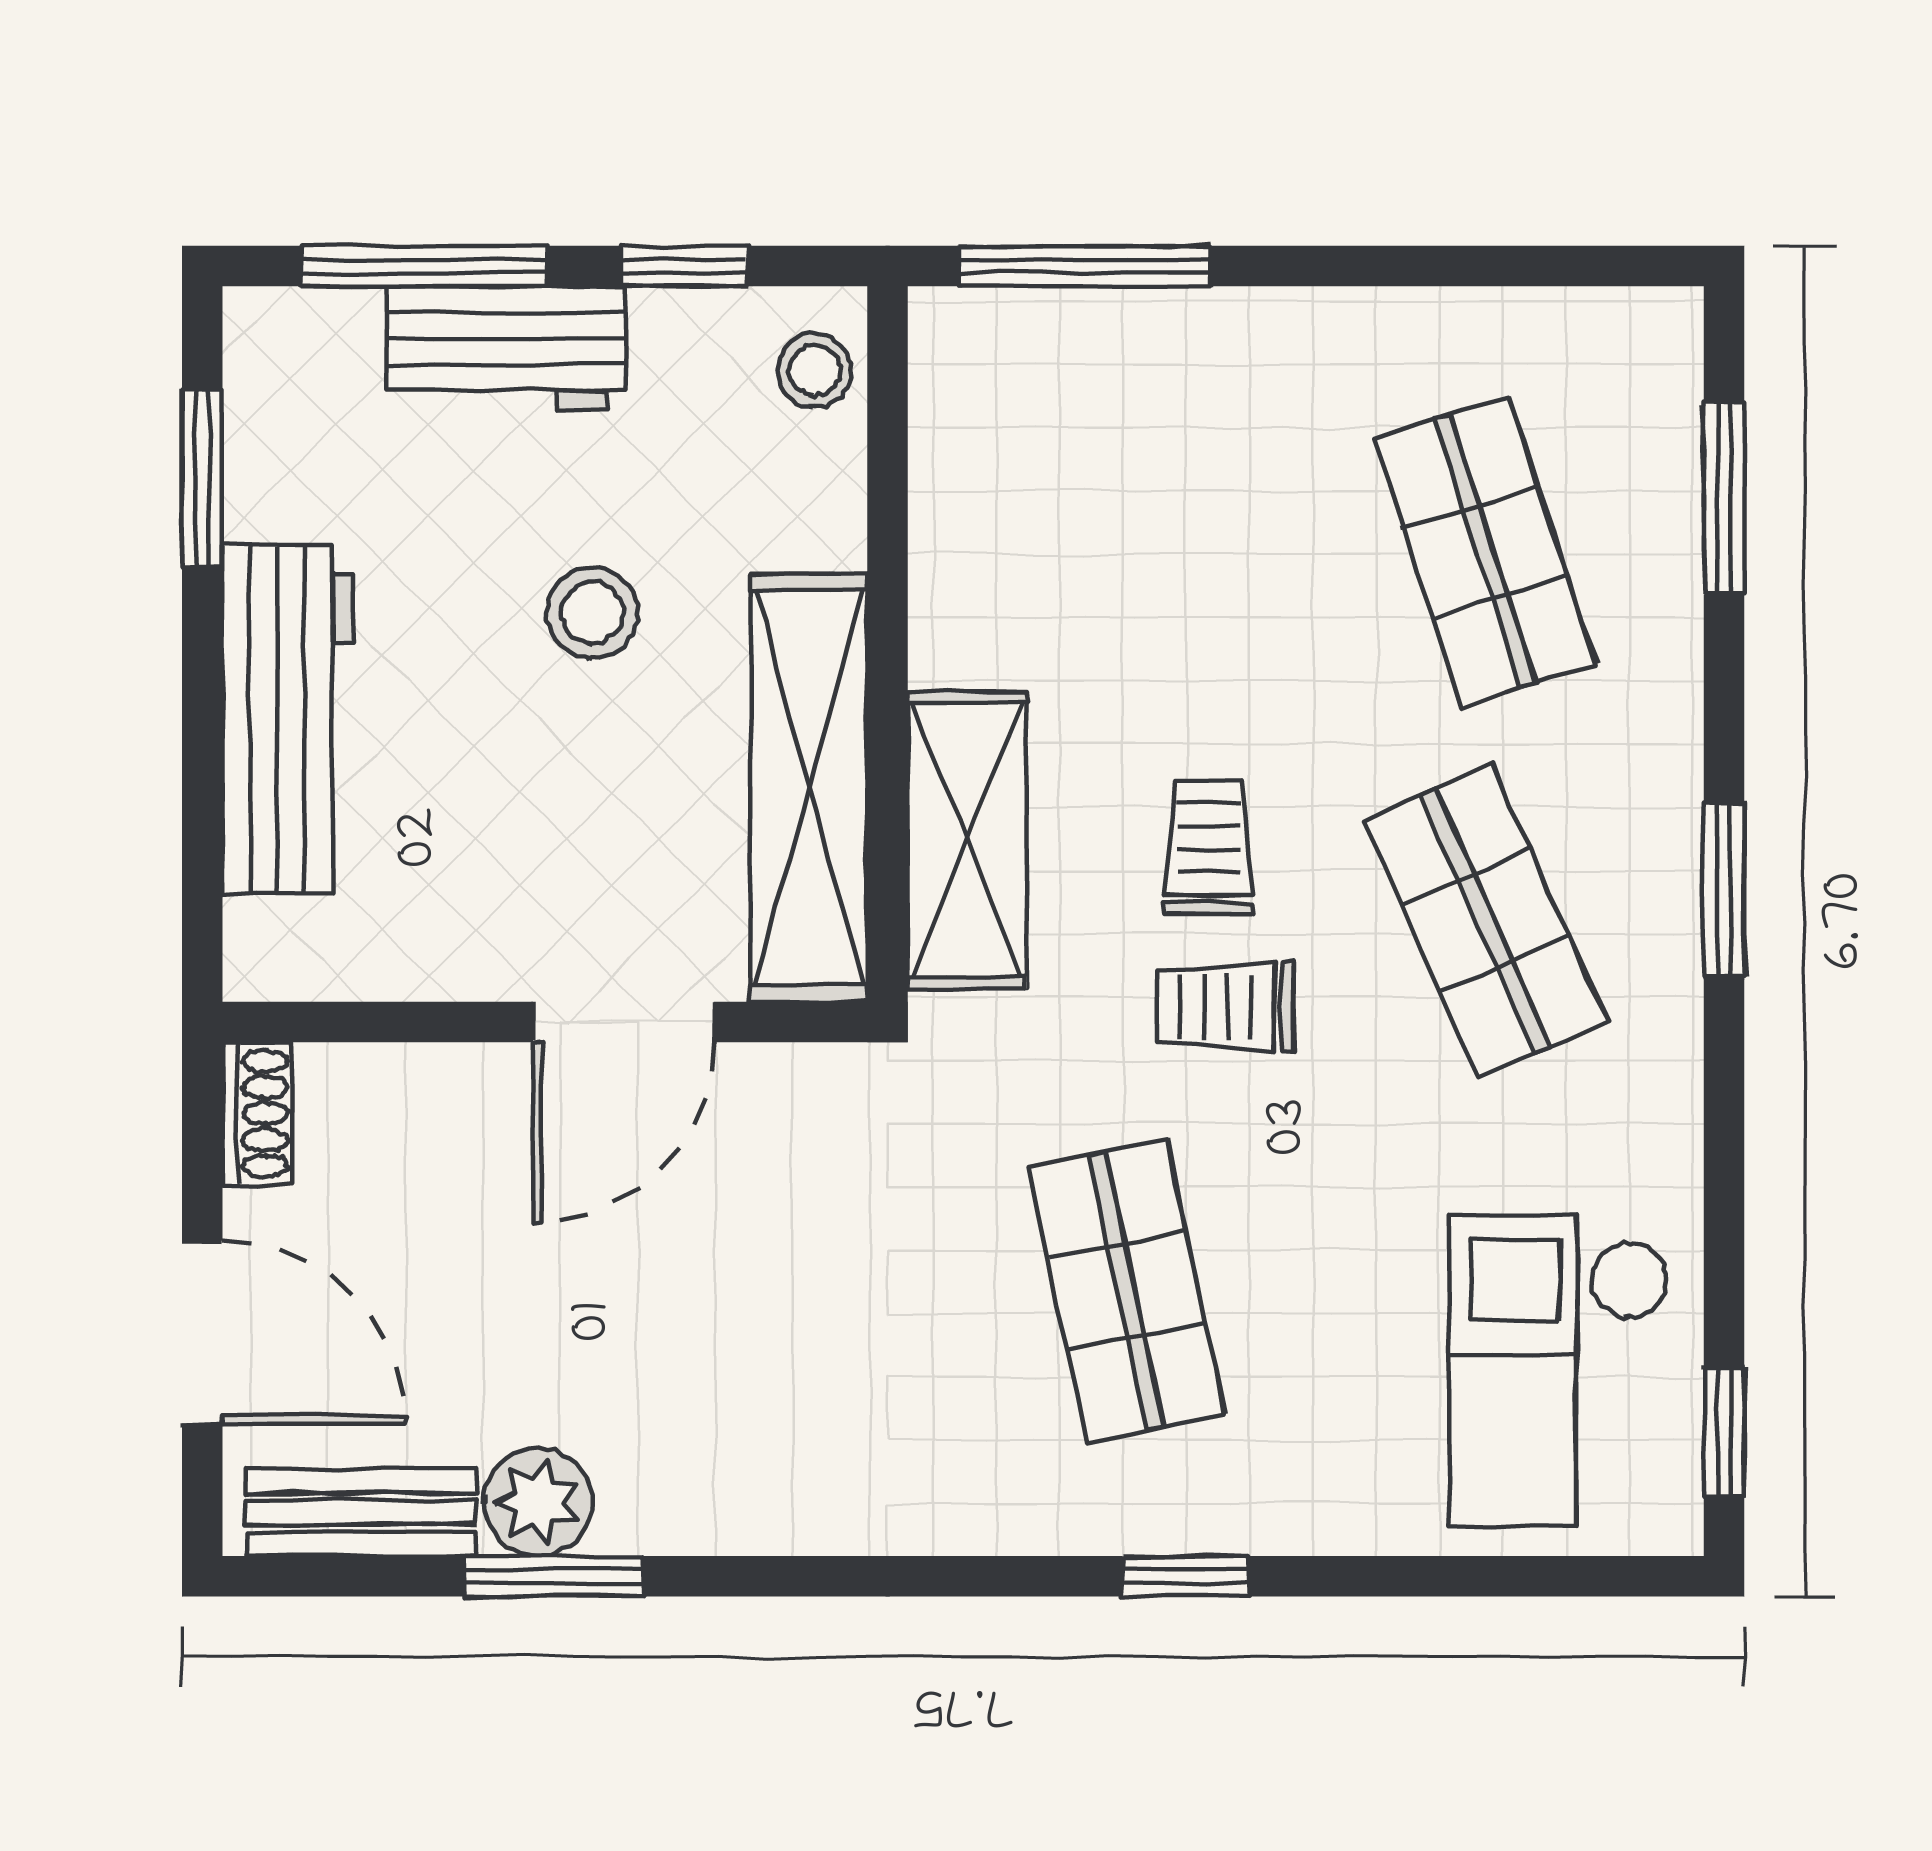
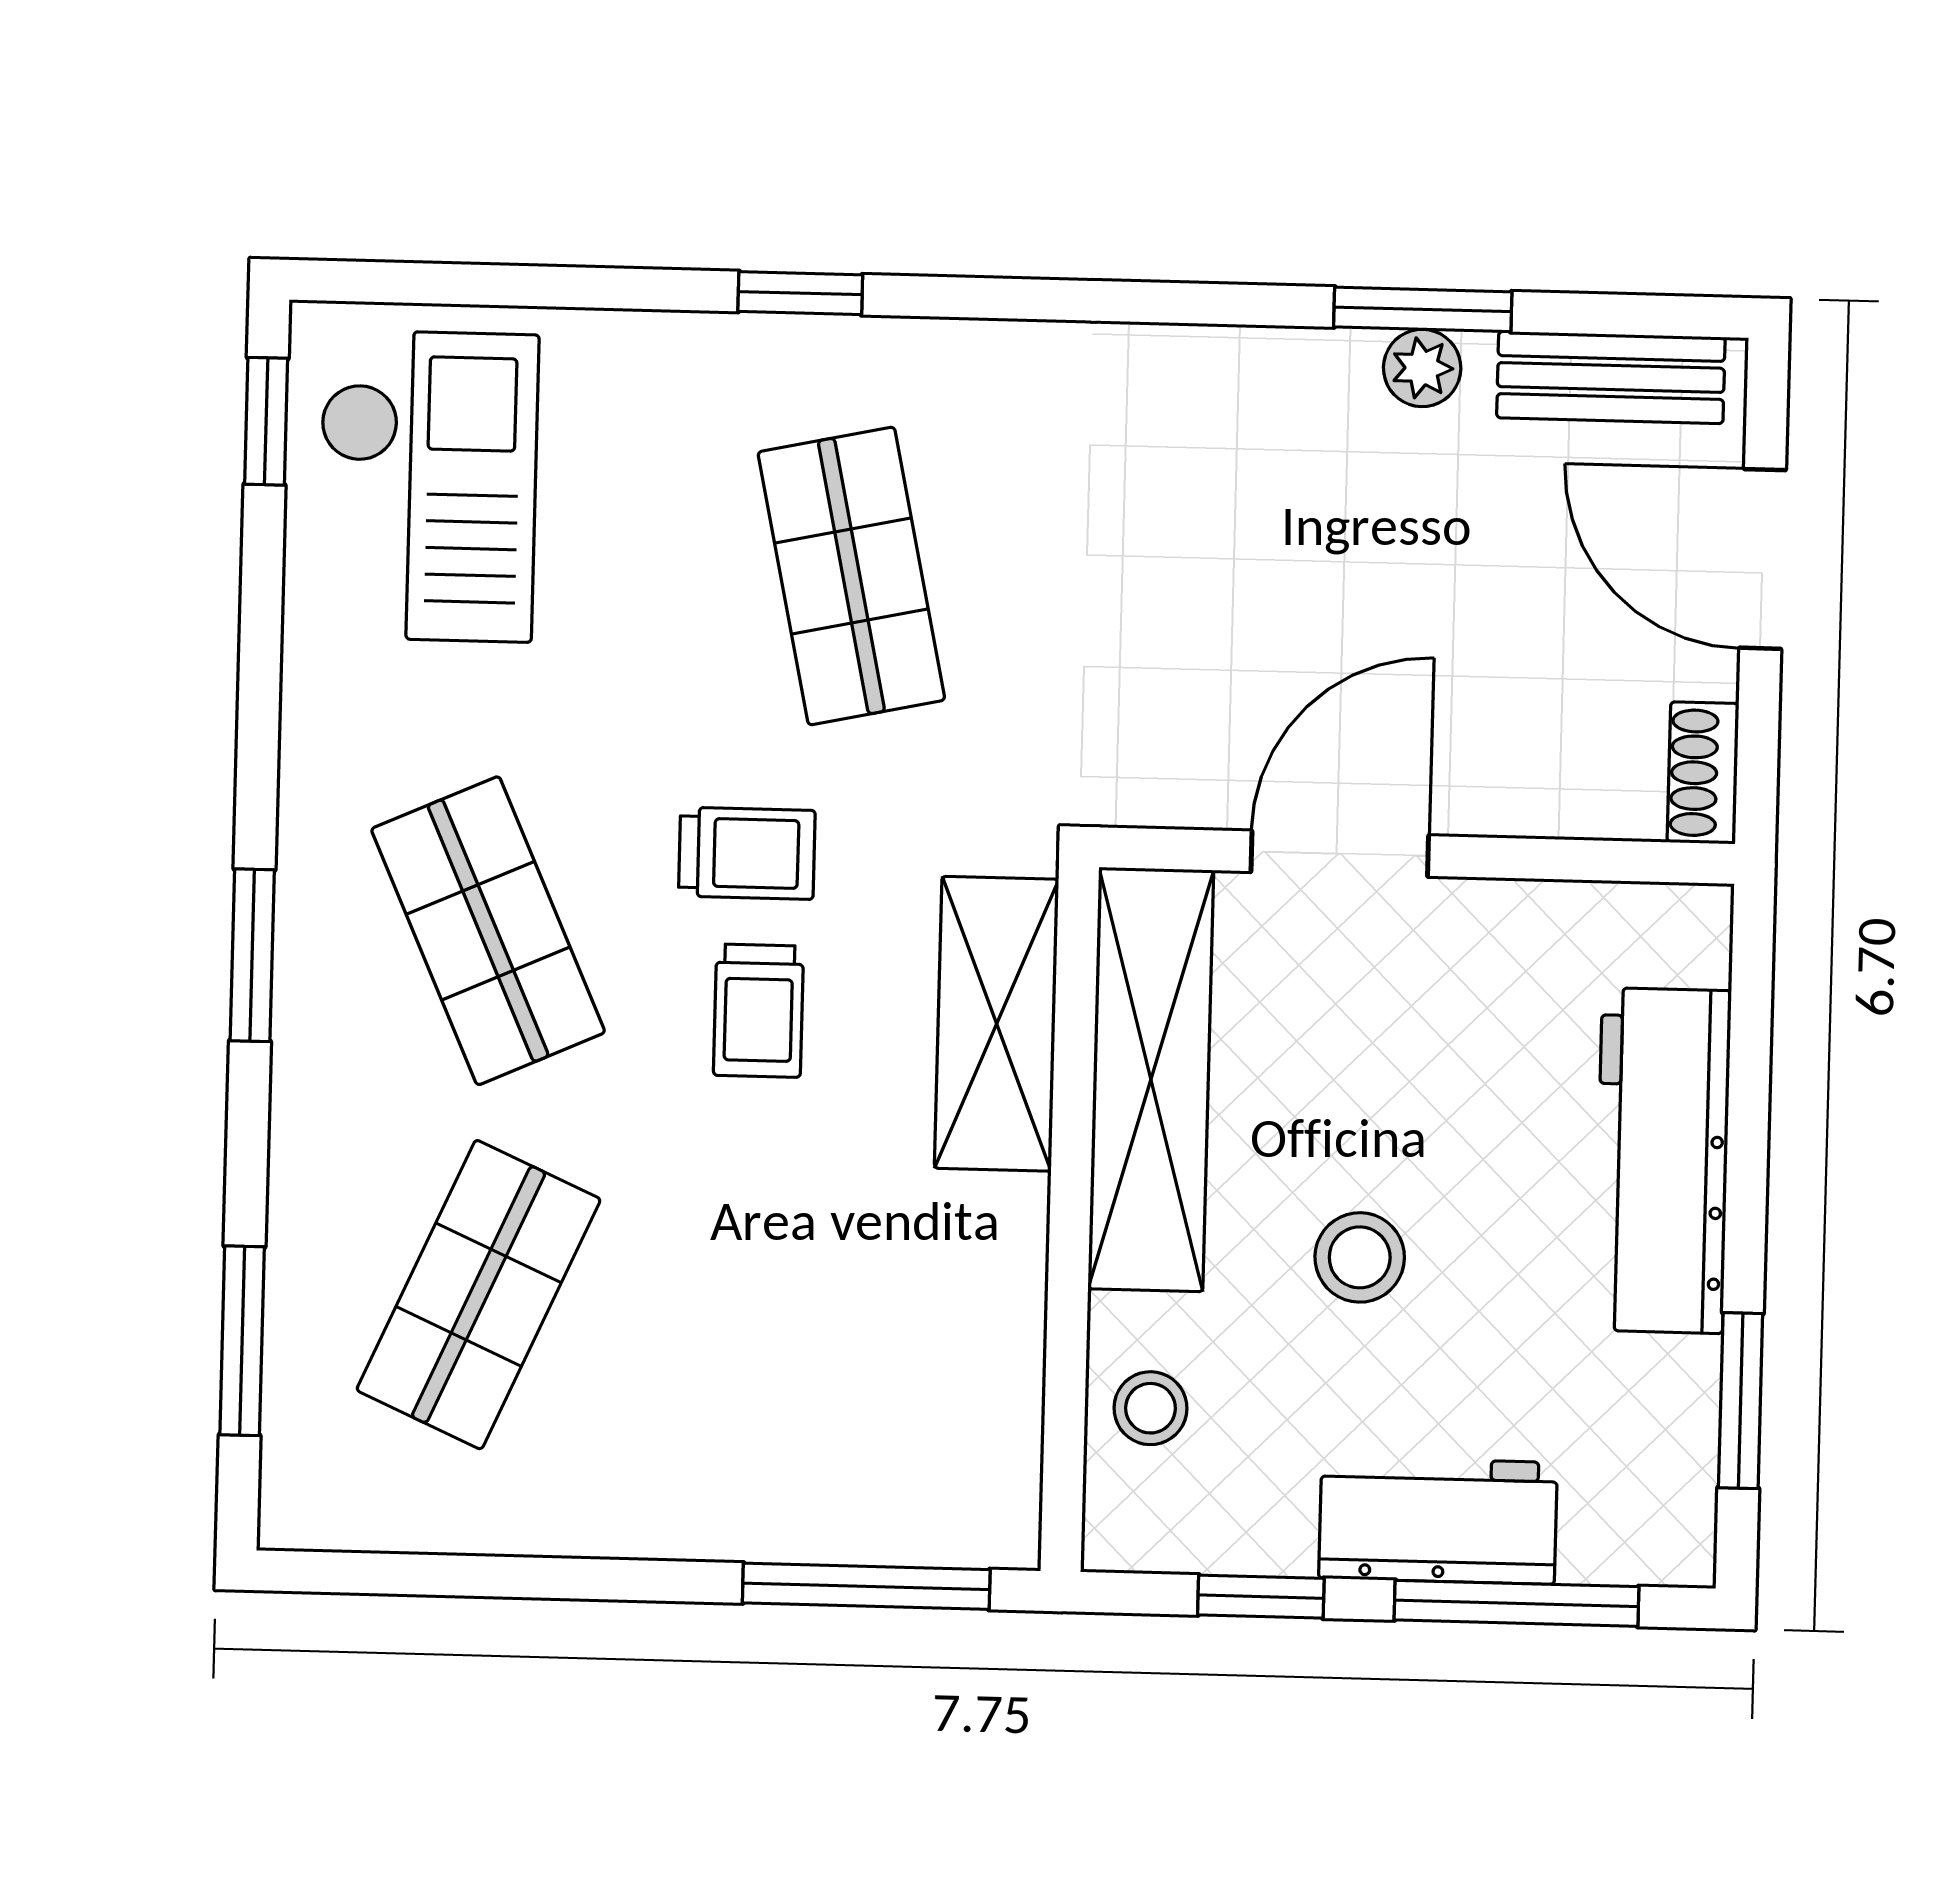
stool: (815, 370) -> (1151, 1408), moved
shop shelf: (1485, 552) -> (479, 1295), turned 42
plant: (538, 1502) -> (1422, 368), width x0.73, depth x0.73

